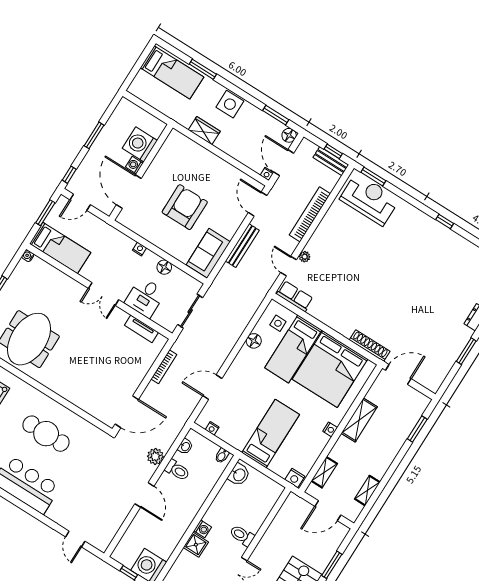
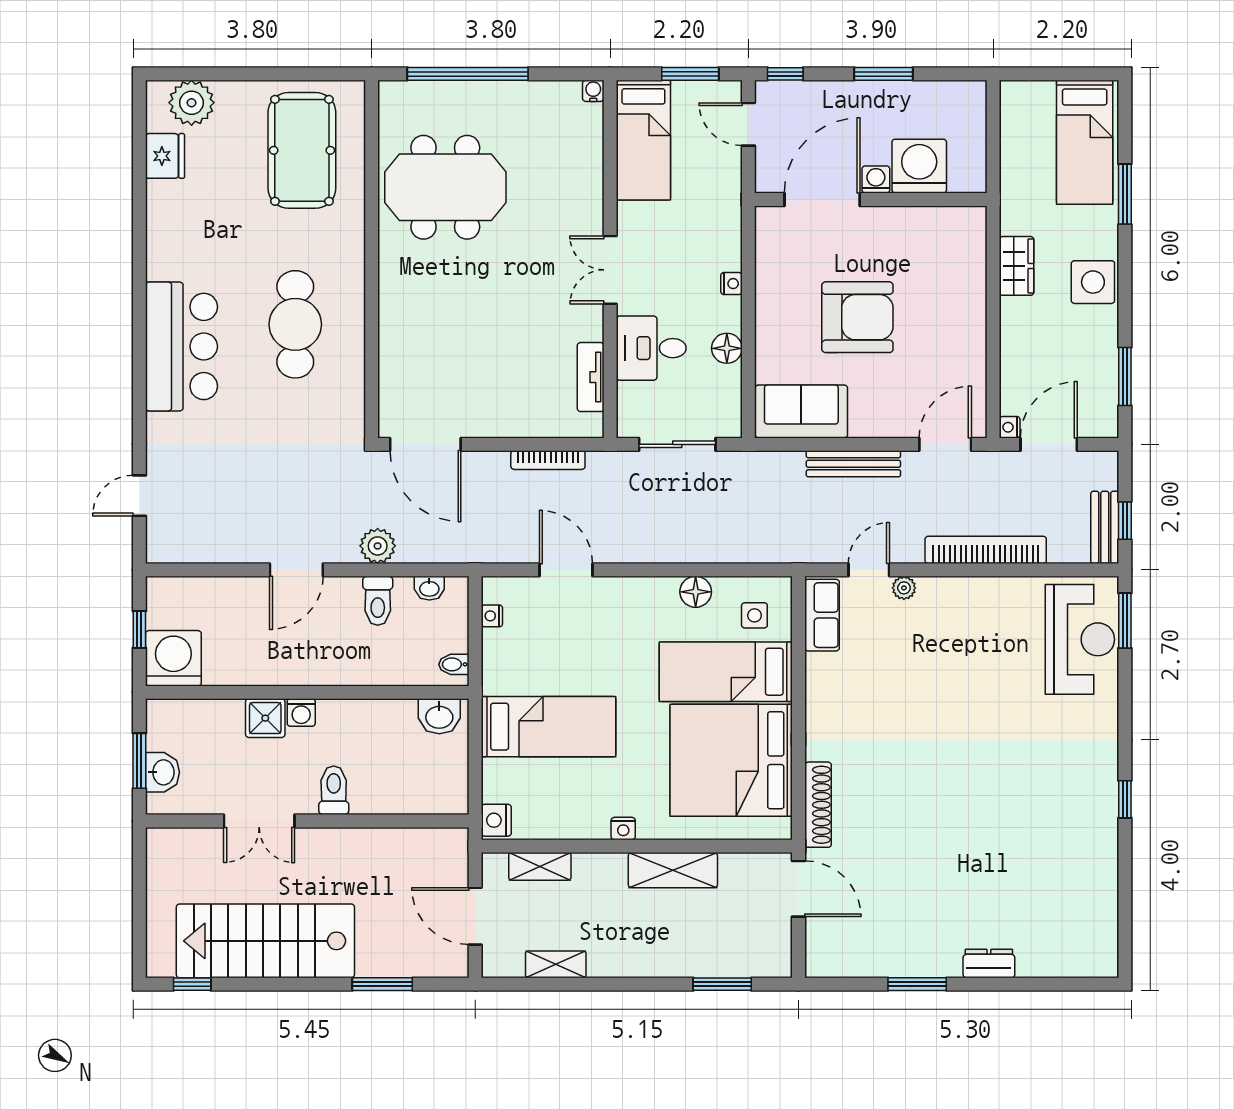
floor lamp: (289, 135) -> (1104, 423), removed

